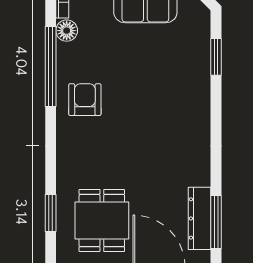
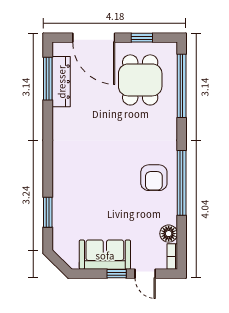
window: (51, 67) -> (182, 183), moved
window: (51, 213) -> (182, 86), width x2.11

